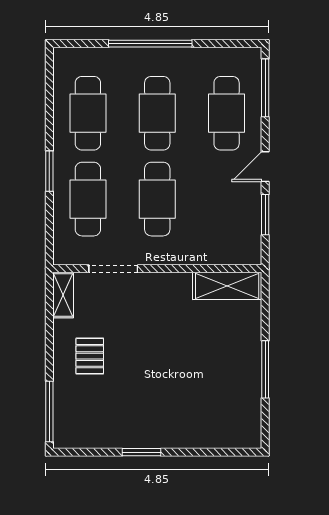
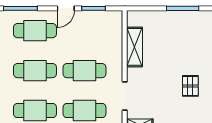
door: (265, 167) -> (66, 8), hinge flipped
shelving: (227, 286) -> (134, 47), moved
pallet: (90, 356) -> (190, 86), moved, turned 90

